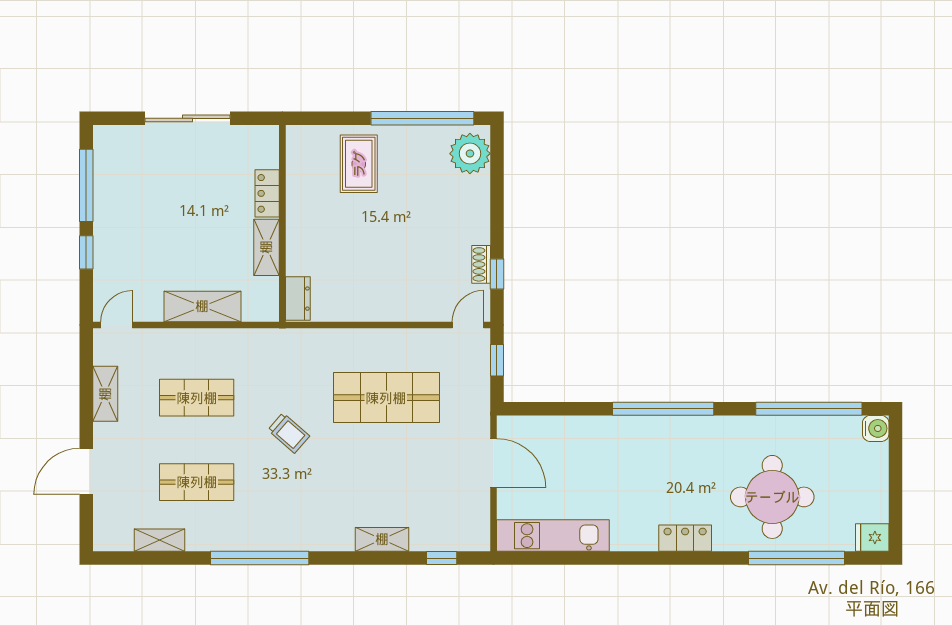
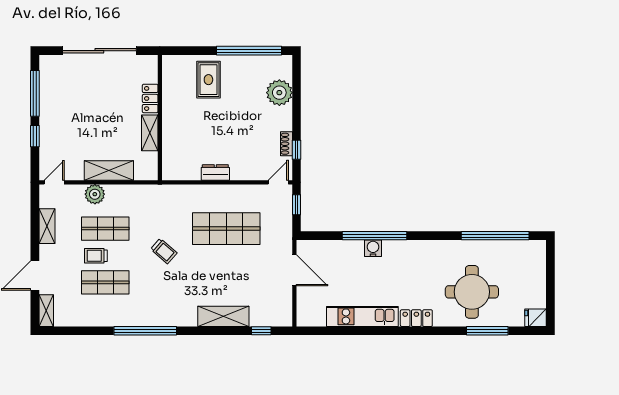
sliding door: (188, 118) -> (99, 51), width x1.36
plant: (470, 154) -> (279, 93), moved
dresser: (298, 299) -> (215, 172), moved, turned -90
plant: (180, 344) -> (95, 194), added
window: (663, 409) -> (374, 236), moved
water cooler: (876, 428) -> (373, 248), moved, turned -90
trolley: (182, 440) -> (96, 256), added
kitchen unit: (553, 536) -> (362, 316), moved
shelving: (382, 539) -> (223, 316), width x1.50, depth x1.33
shelving: (159, 540) -> (46, 311), moved, turned 90
window: (796, 558) -> (487, 331), width x0.68

